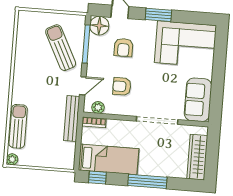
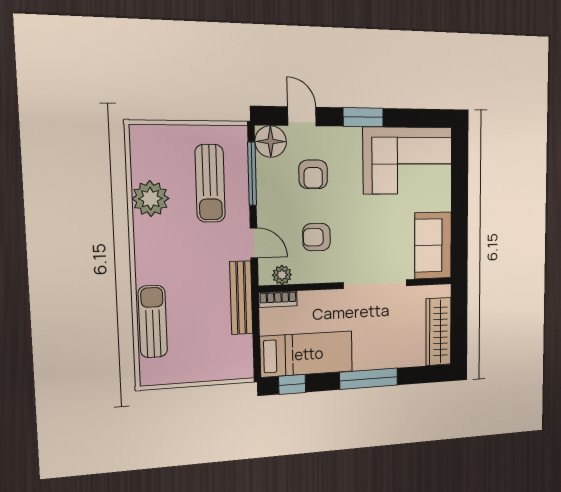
sun lounger: (61, 48) -> (210, 183), turned -153
door: (83, 86) -> (254, 243), hinge flipped
plant: (12, 159) -> (150, 199), moved, width x1.88, depth x1.88

